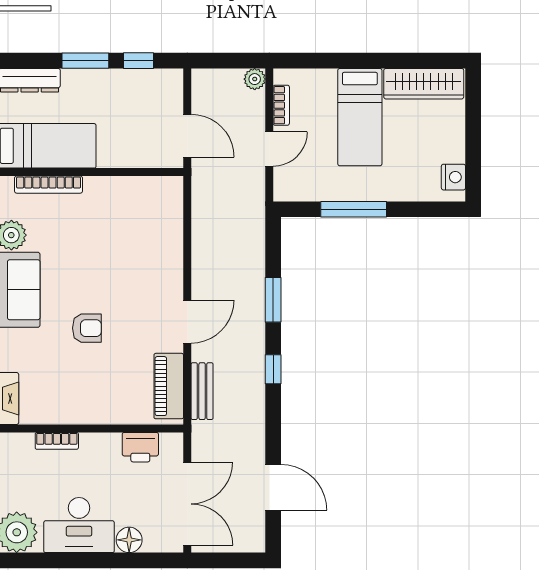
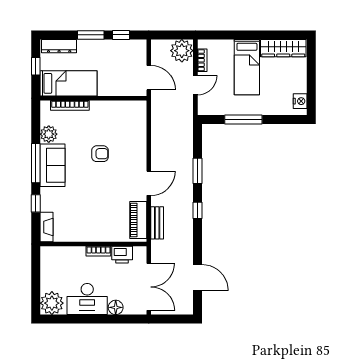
plant: (255, 79) -> (182, 51), width x1.88, depth x1.88
armchair: (87, 328) -> (100, 154), moved
bookcase: (57, 441) -> (98, 251), moved

